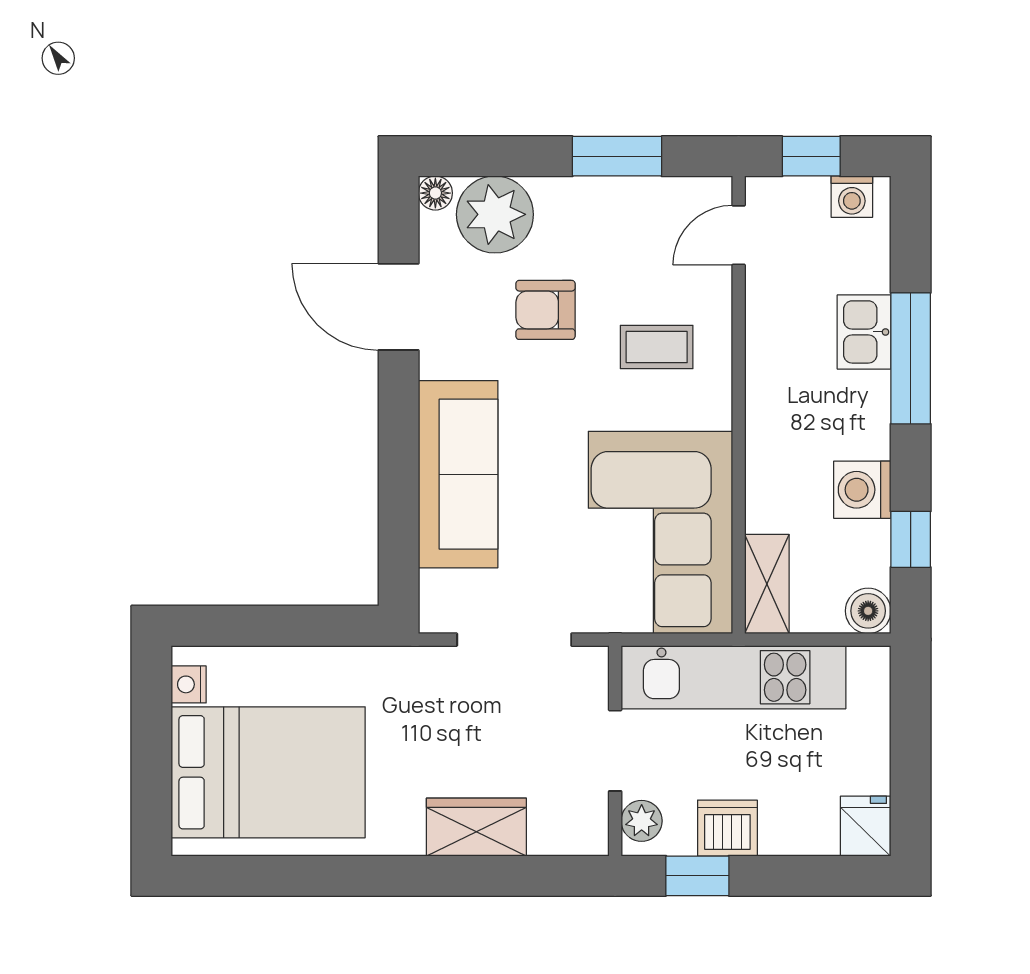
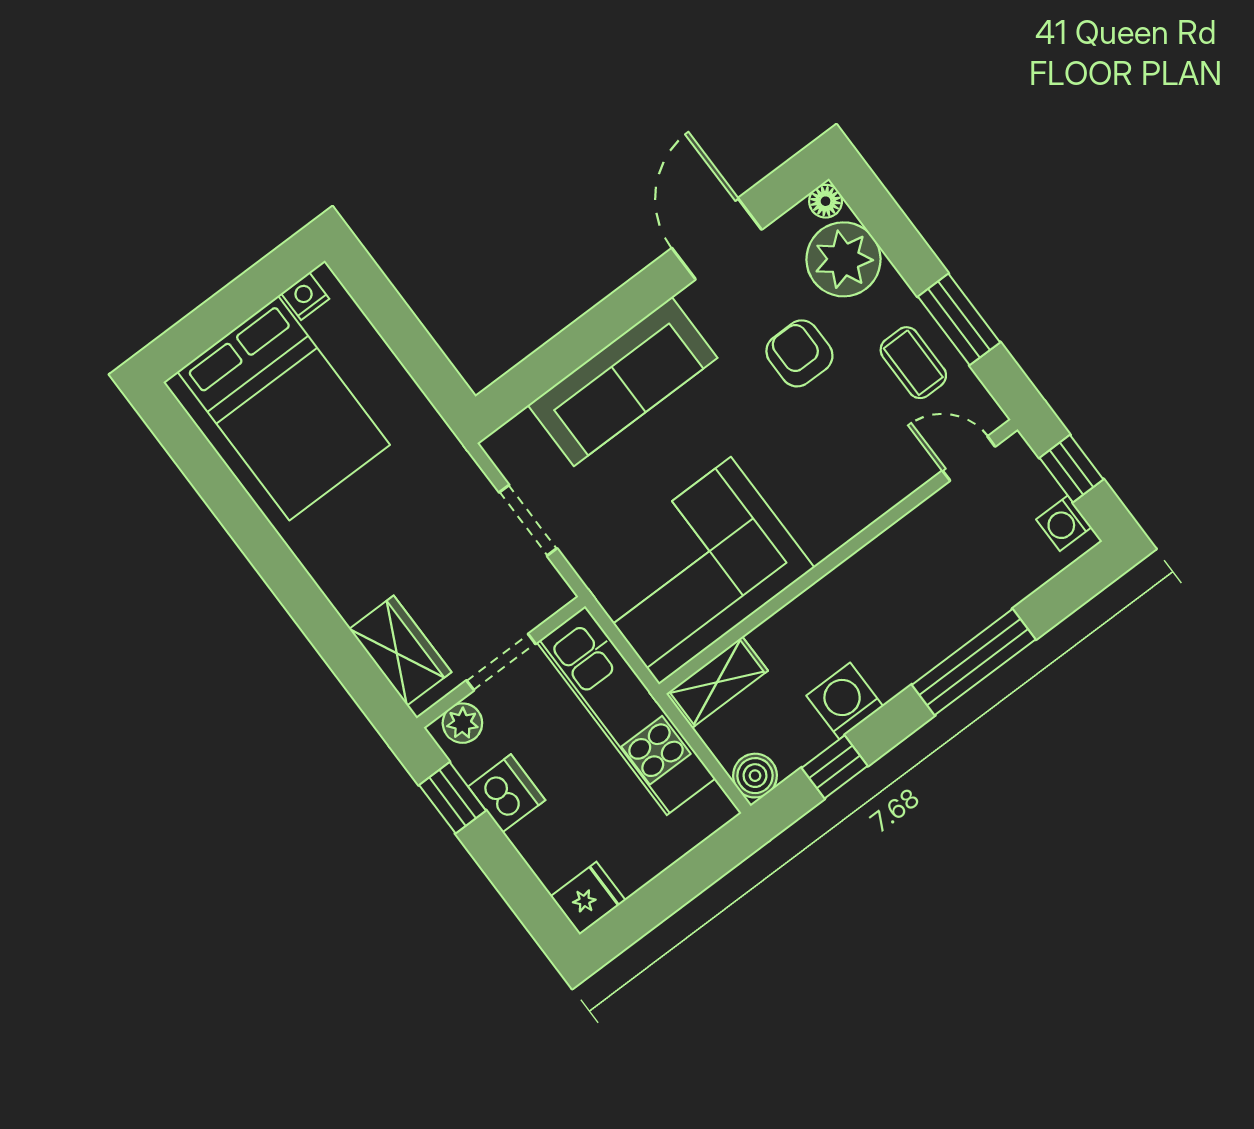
kitchen sink: (864, 332) -> (967, 611), removed
coffee table: (657, 347) -> (913, 363), moved
doorway: (514, 640) -> (528, 520), width x0.73
wardrobe: (476, 827) -> (400, 651), moved

